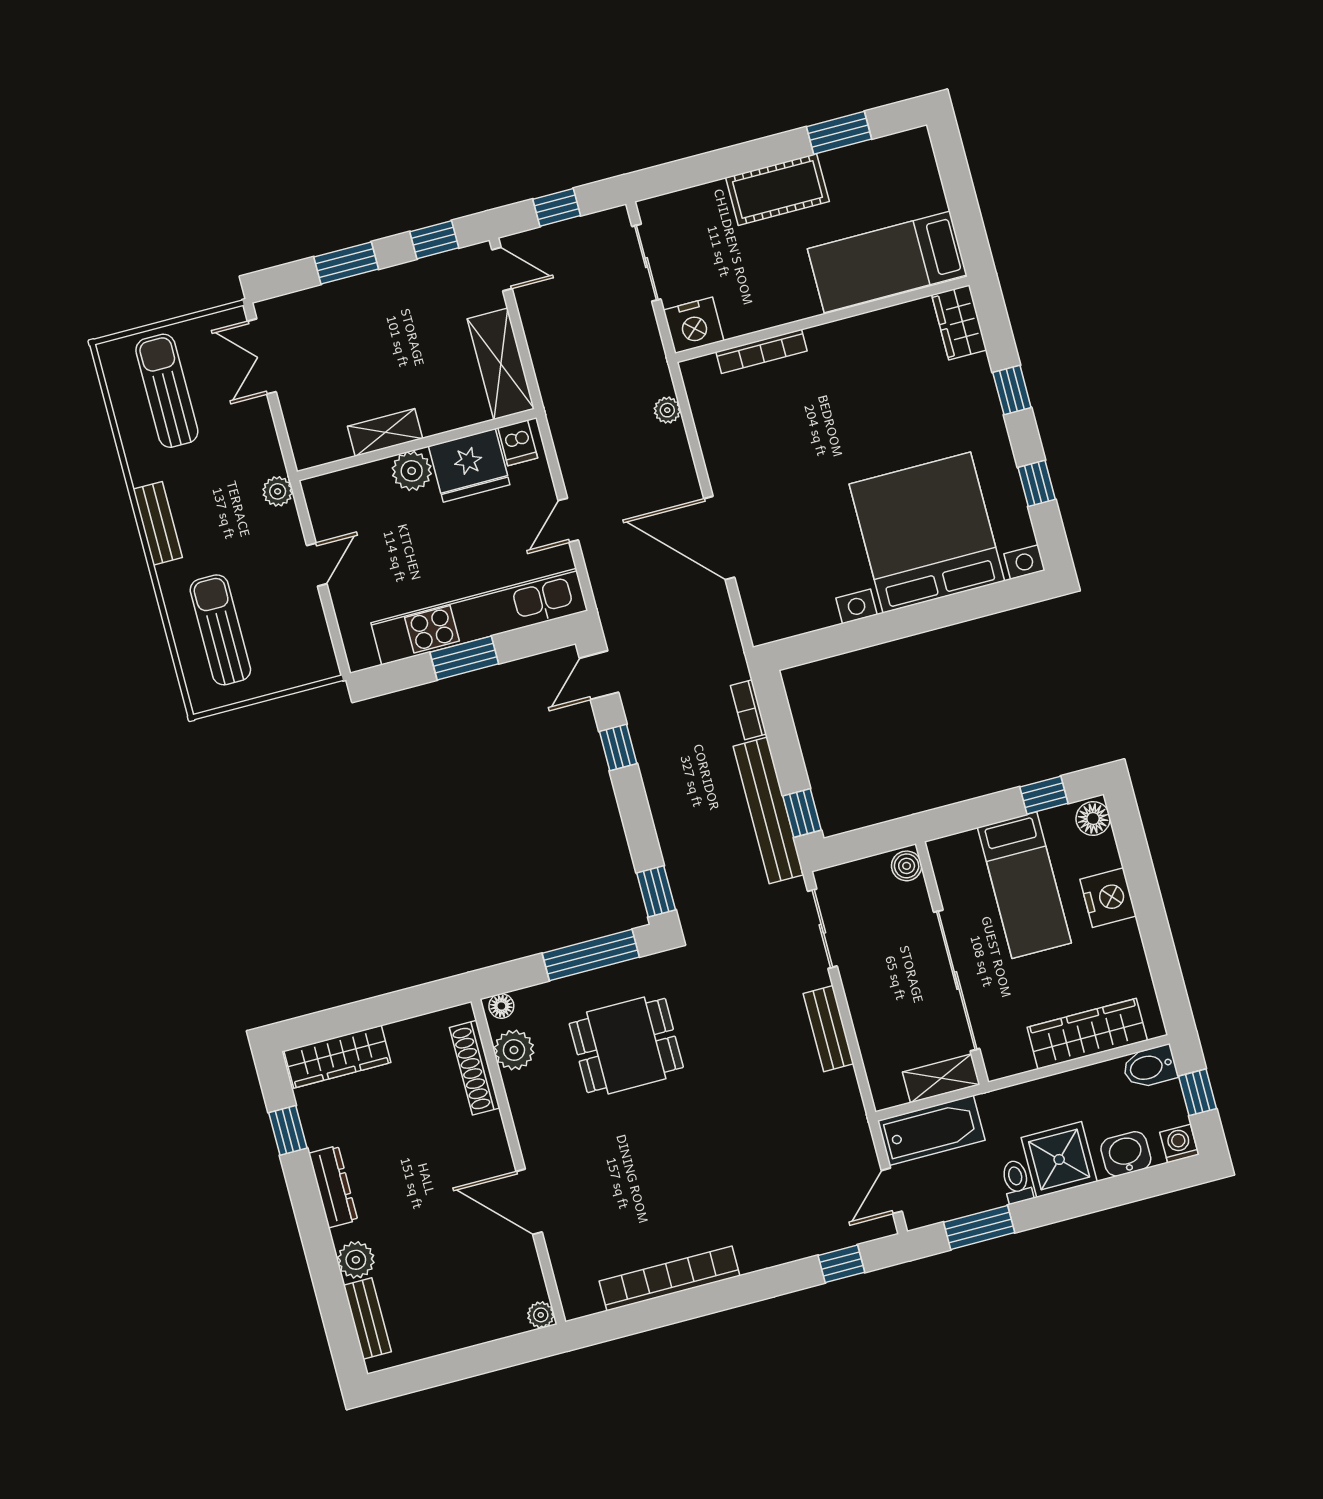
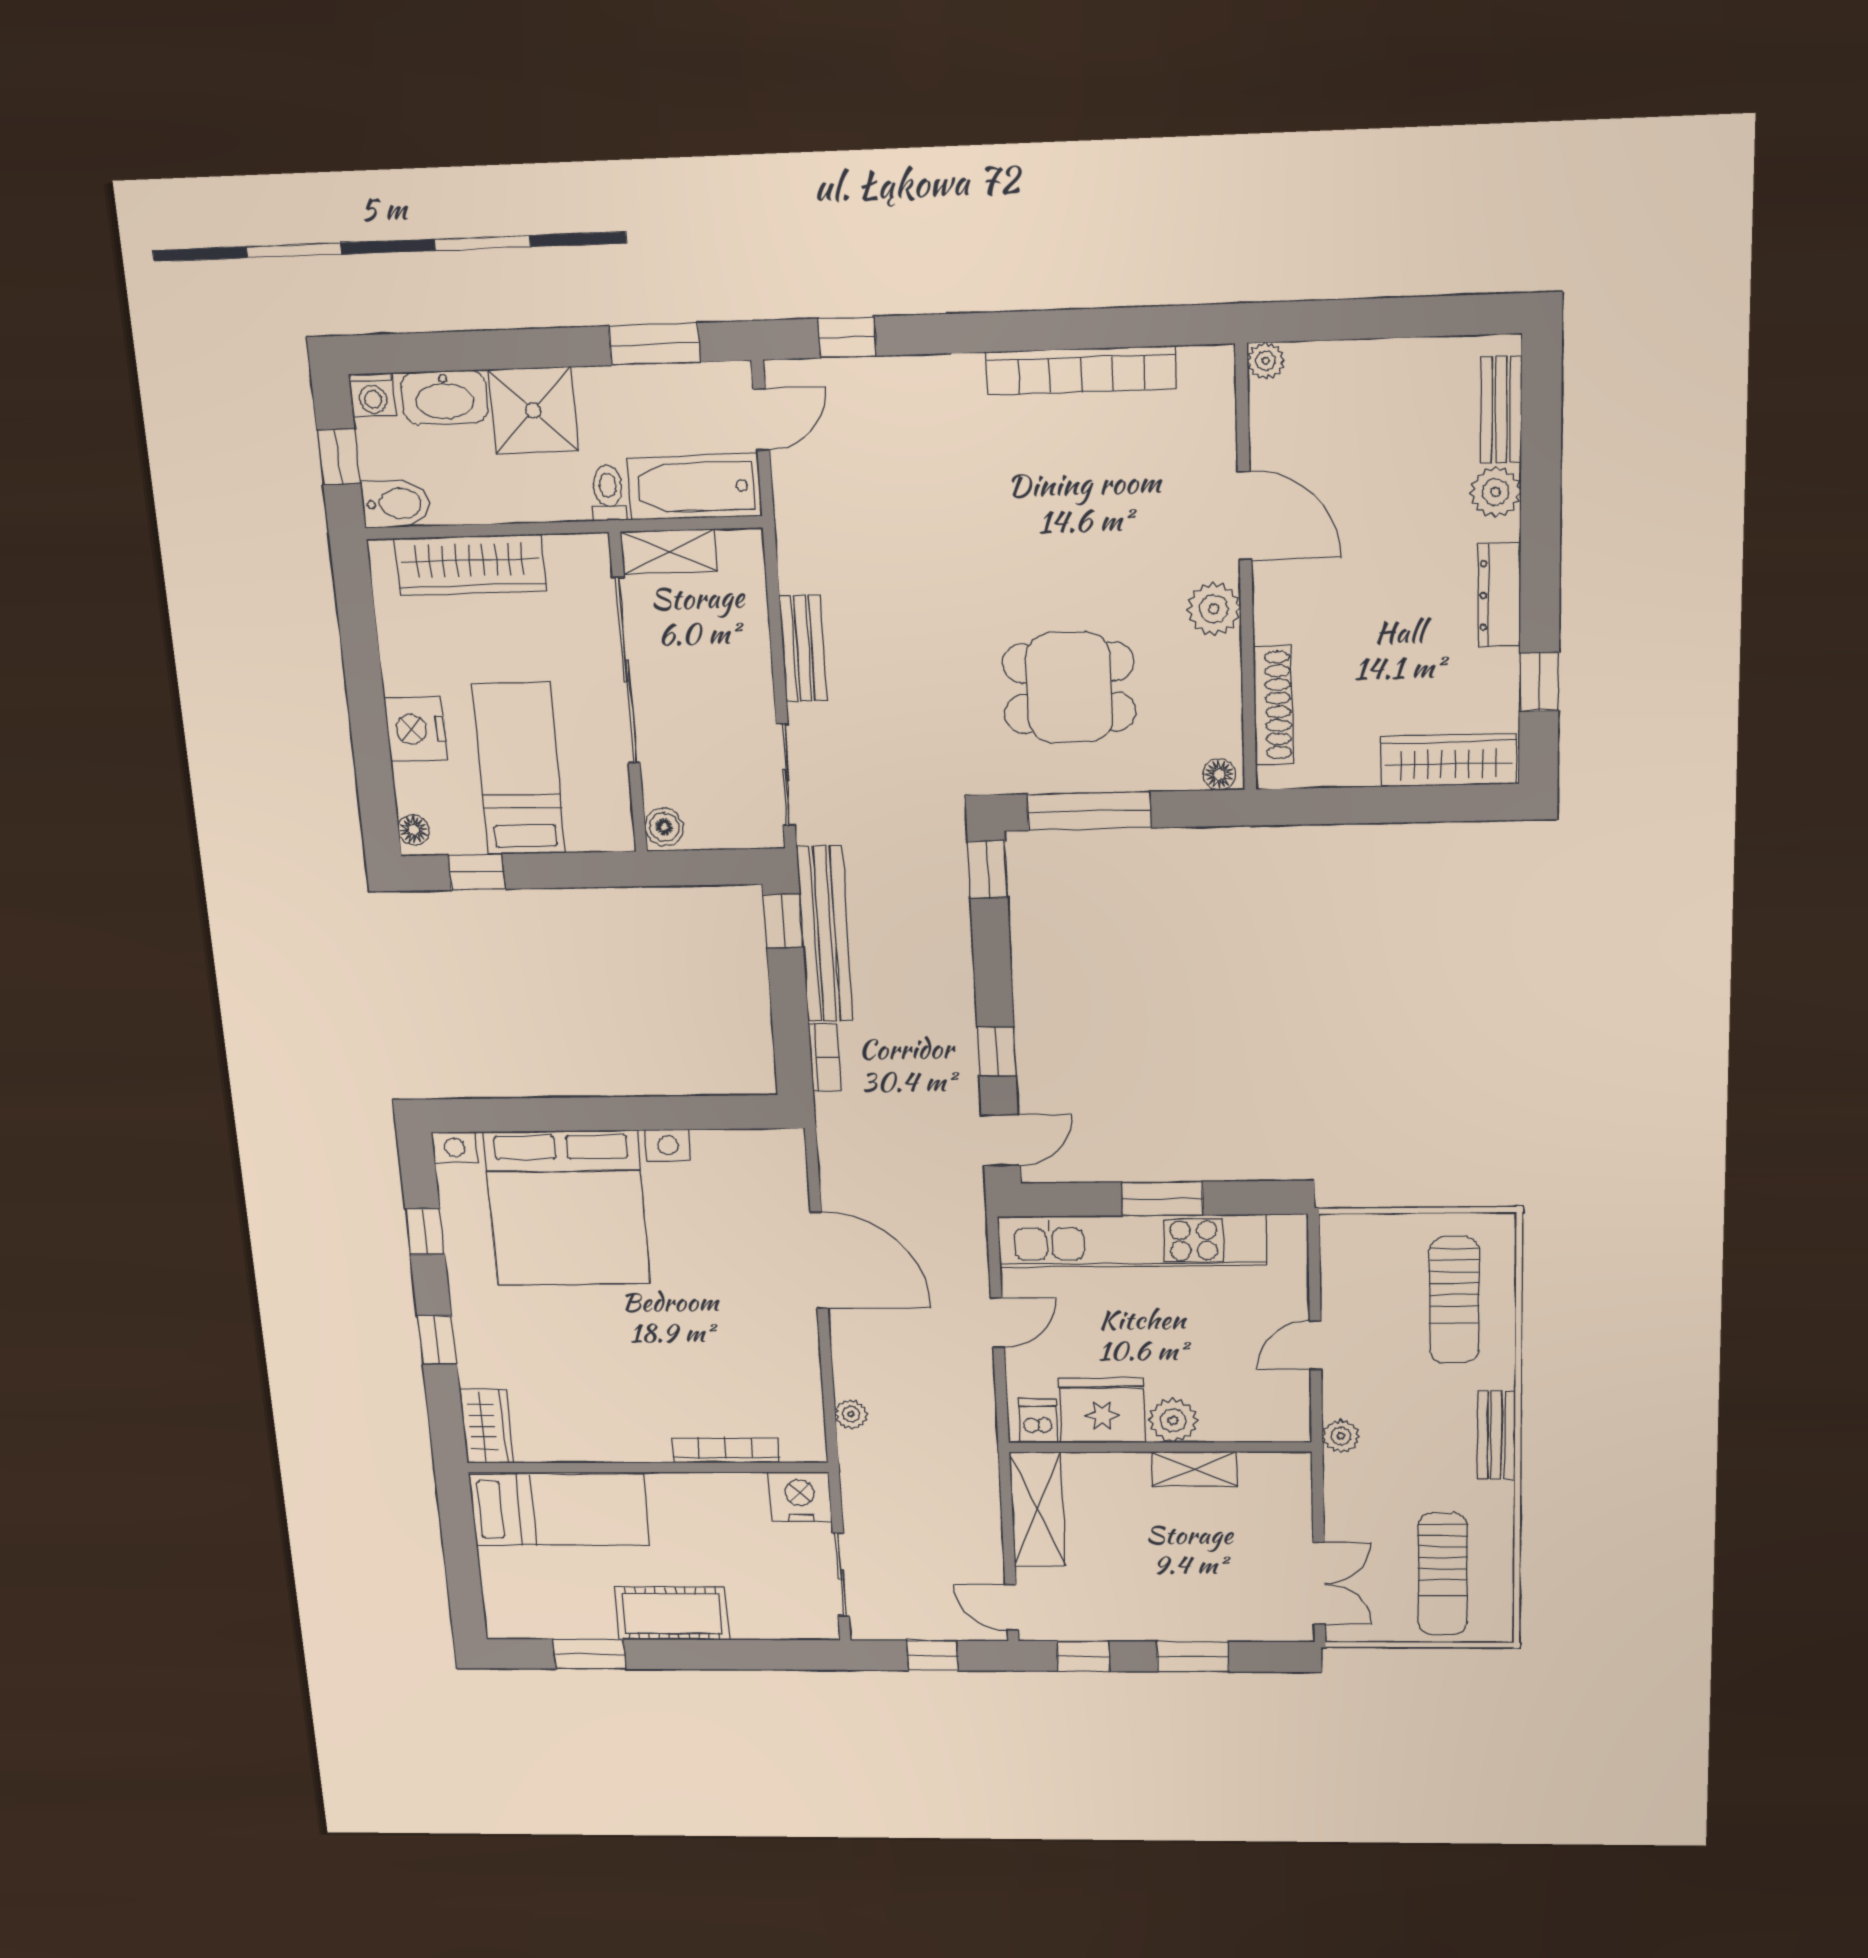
floor lamp: (1093, 819) -> (414, 830), width x0.73, depth x0.73
plant: (514, 1050) -> (1214, 609), moved
washbasin: (1126, 1154) -> (444, 398), width x1.38
toilet: (1017, 1182) -> (608, 493), moved, turned 180

